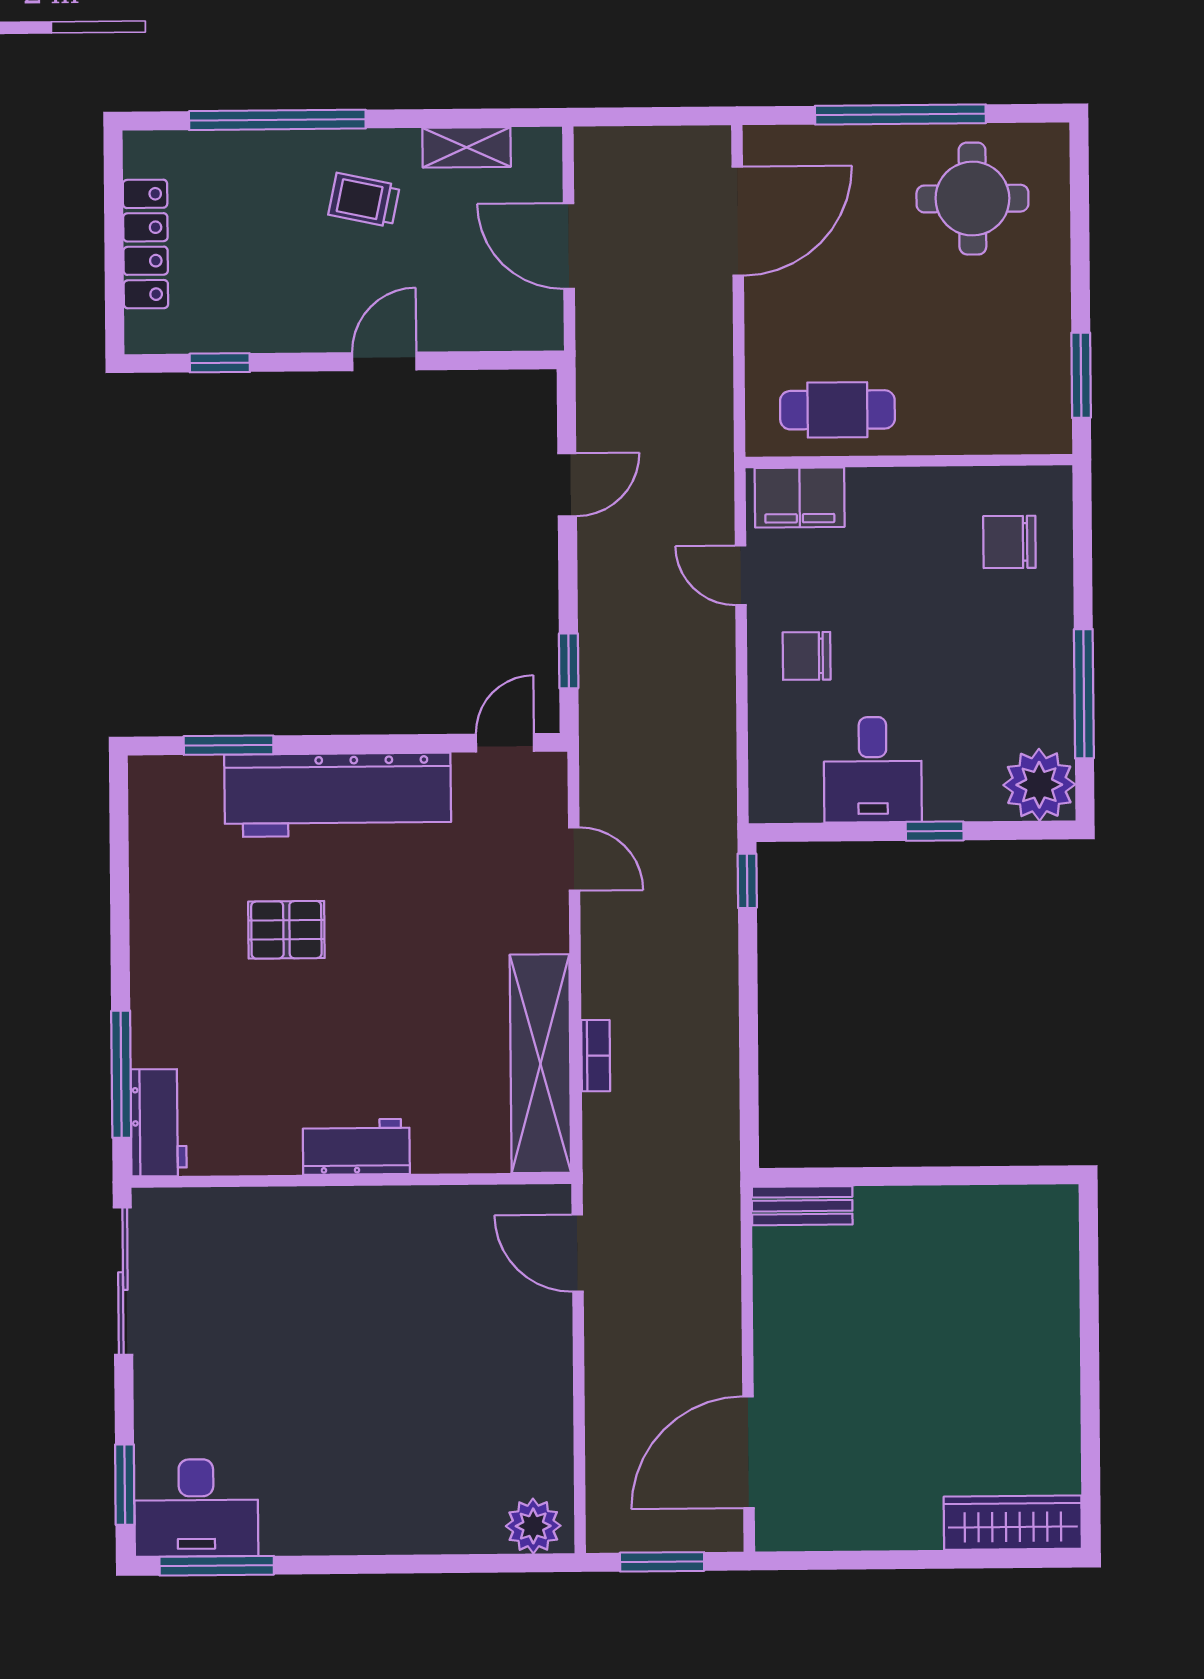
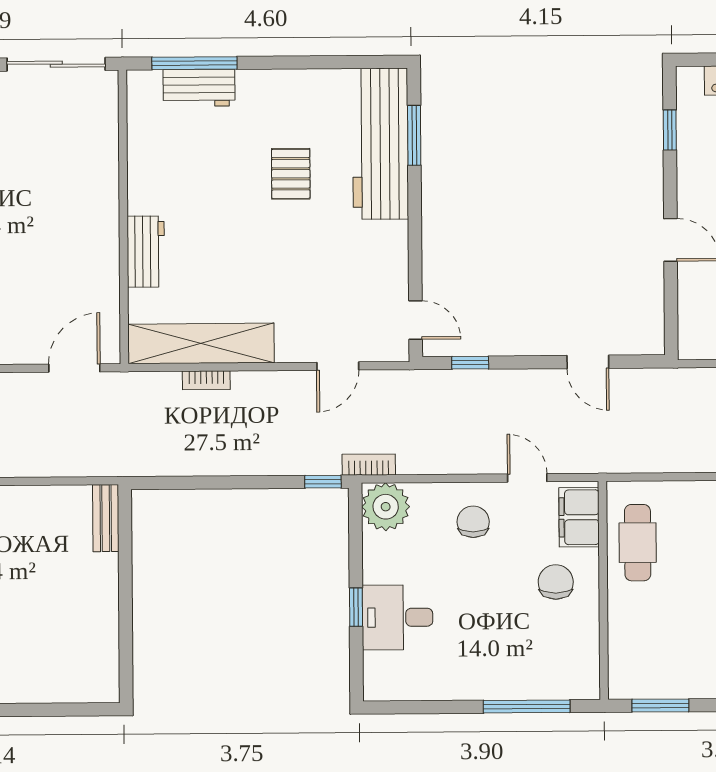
chair: (1009, 542) -> (556, 582), moved
door: (741, 575) -> (527, 478), hinge flipped
window: (1084, 694) -> (527, 706), moved
desk: (873, 770) -> (397, 617), moved
plant: (1039, 785) -> (386, 507), moved
workbench: (338, 795) -> (380, 144), moved
bookcase: (721, 812) -> (369, 465), added
workbench: (159, 1123) -> (199, 88), moved
workbench: (356, 1147) -> (146, 252), moved

